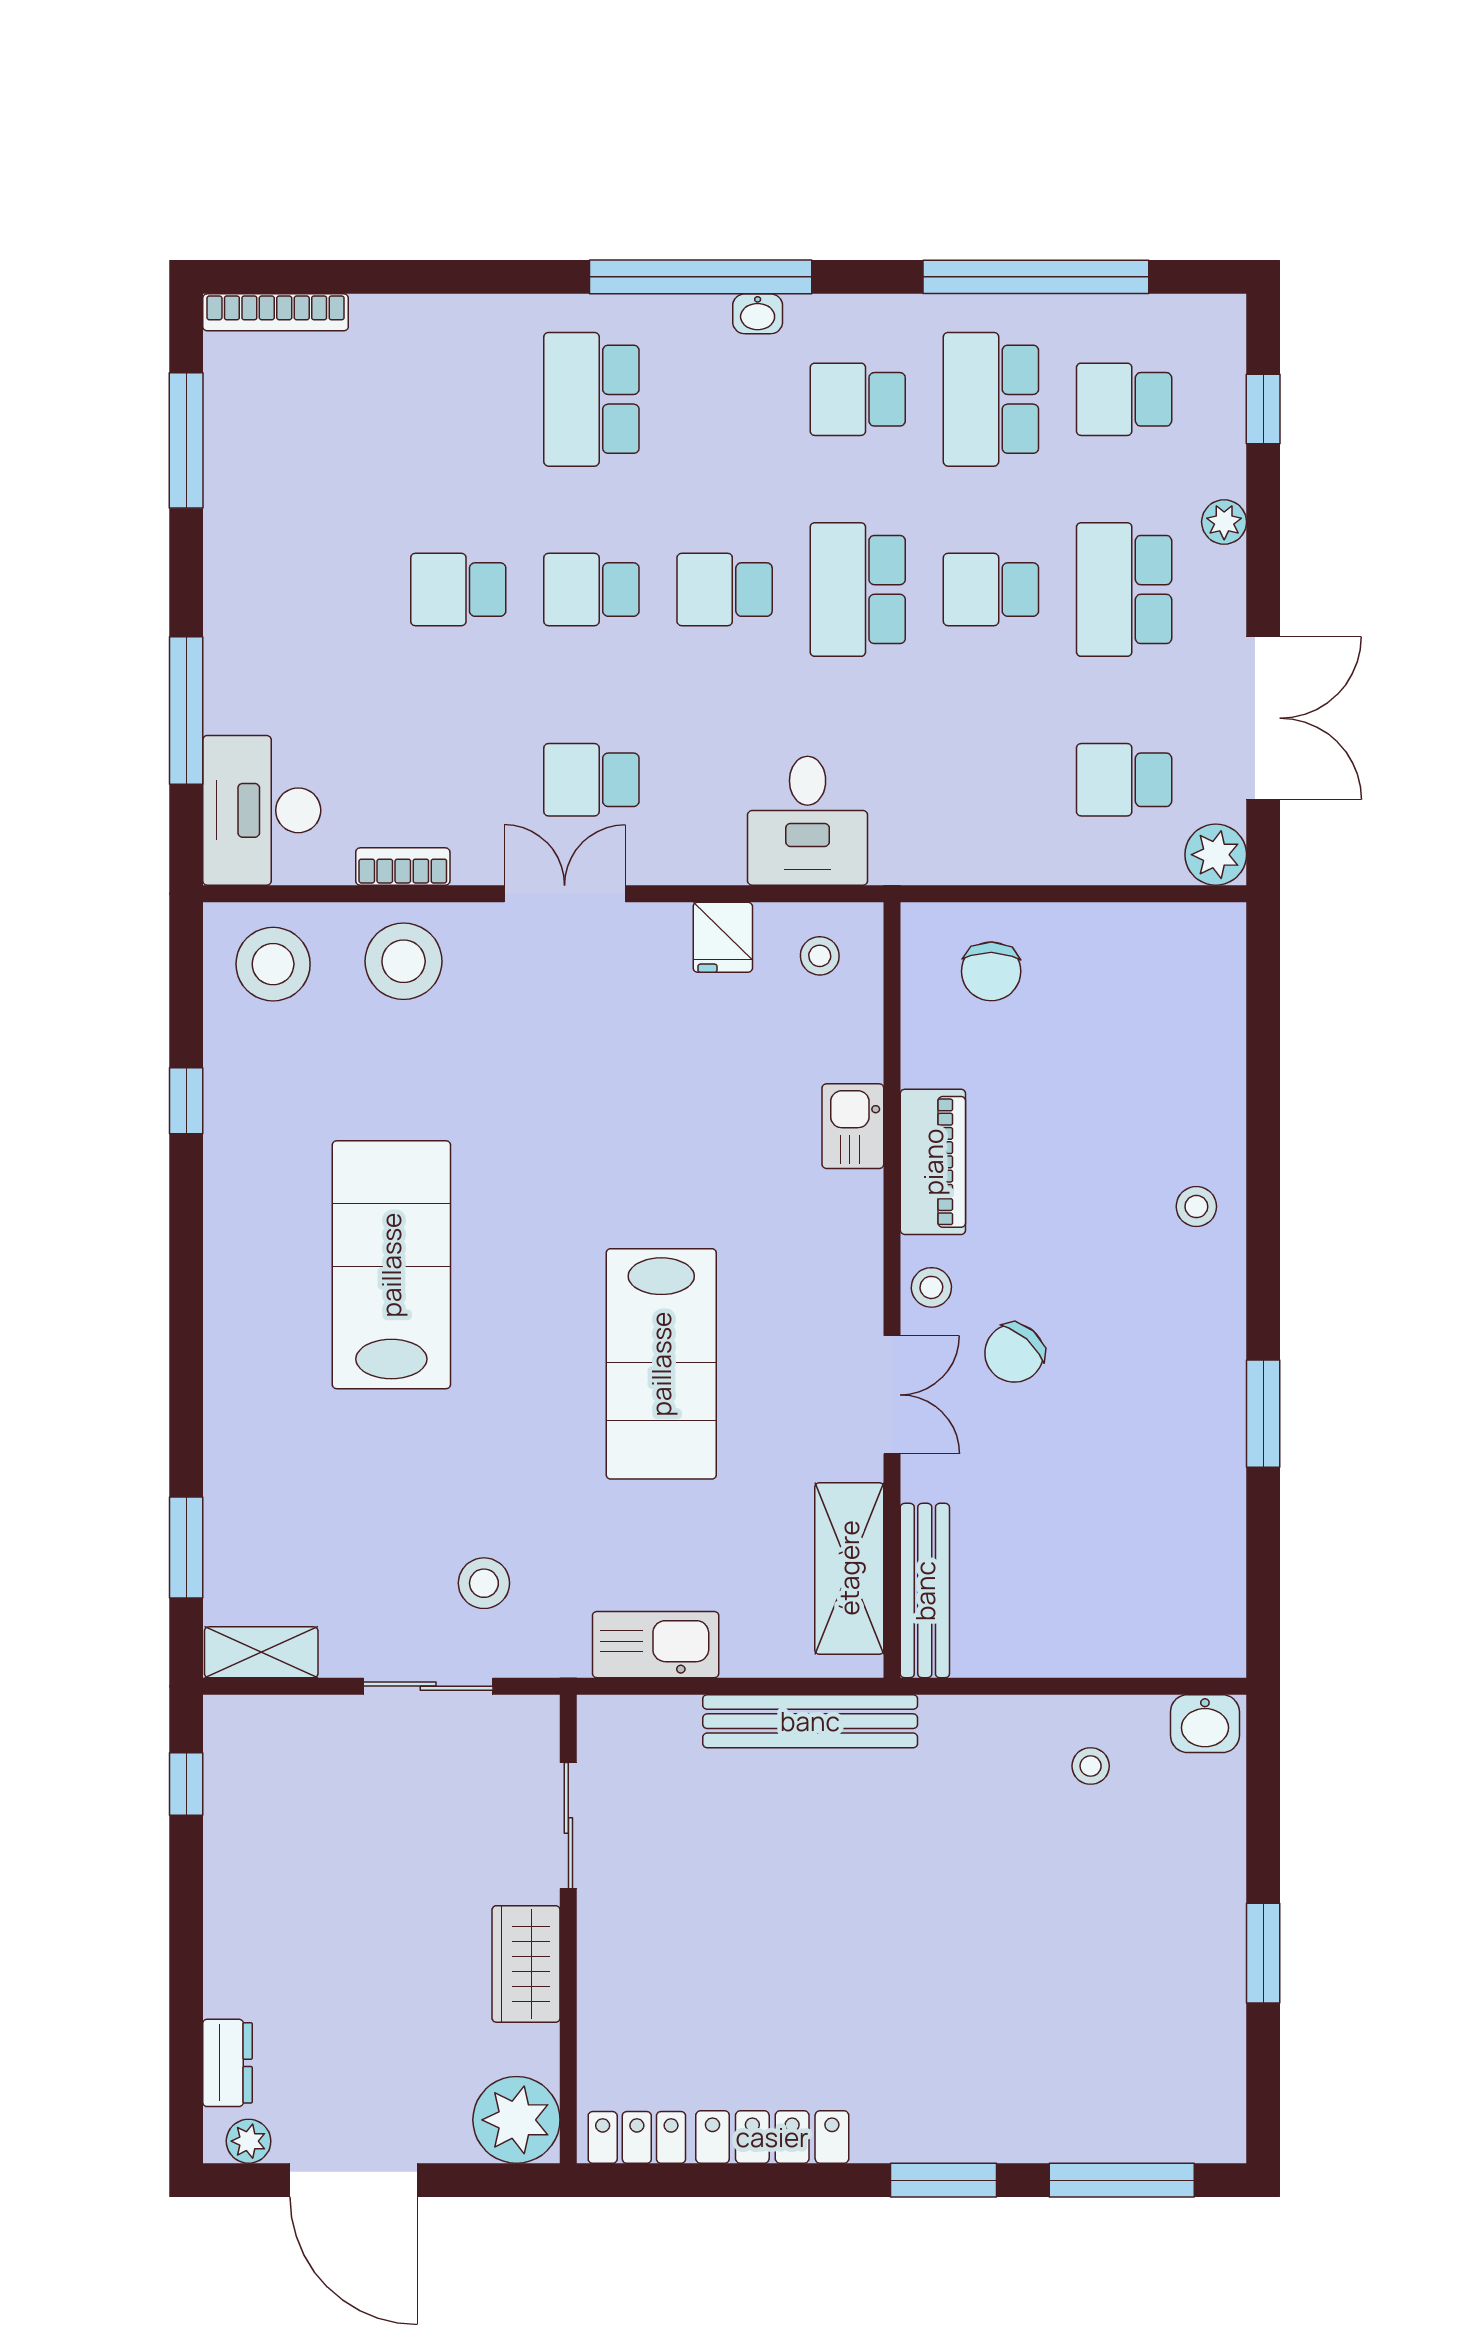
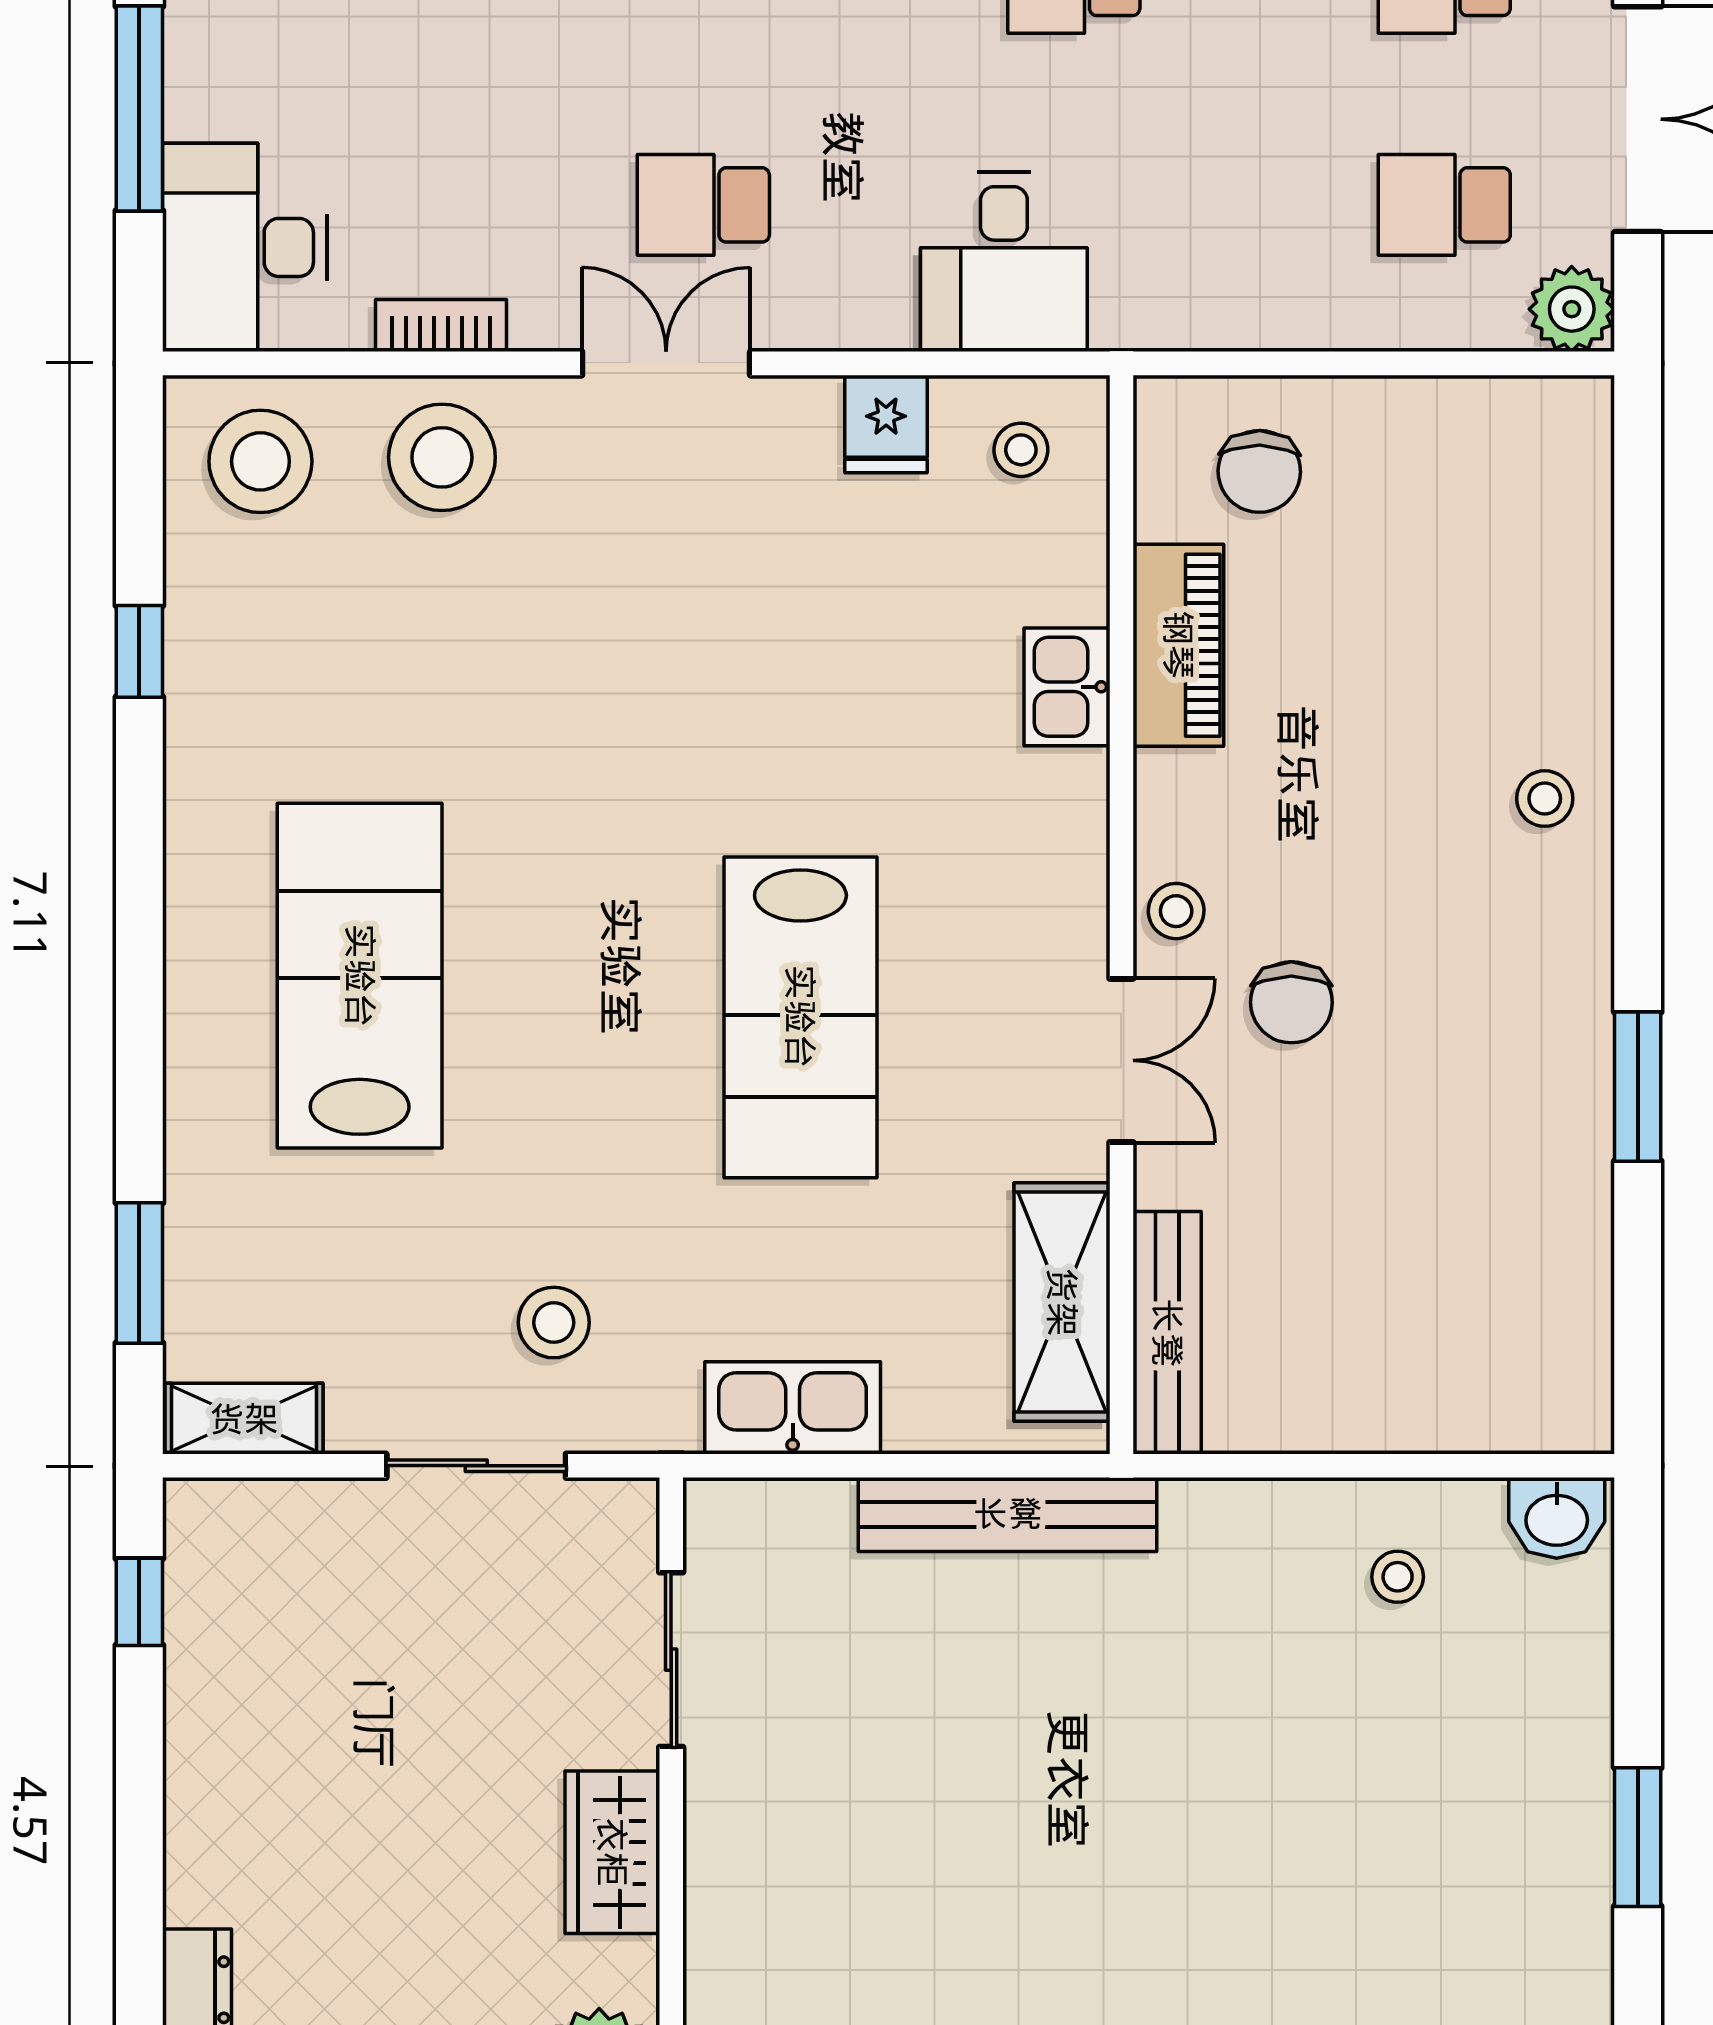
piano: (933, 1162) -> (1178, 645), moved
lab bench: (391, 1265) -> (360, 976), moved
chair: (1014, 1353) -> (1291, 1002), turned -41

